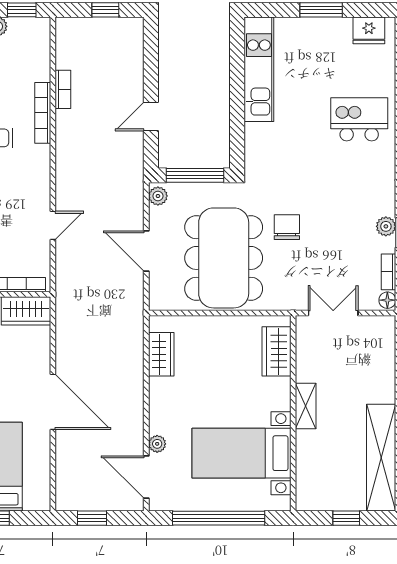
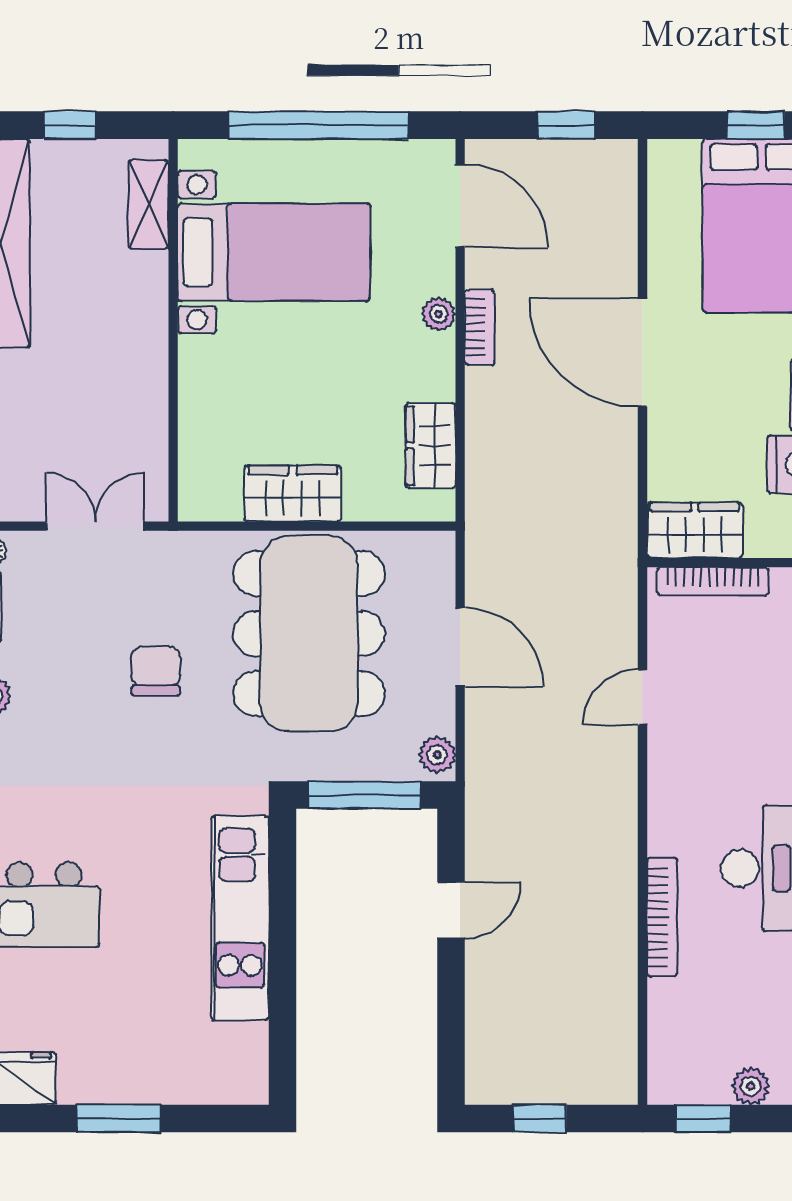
kitchen unit: (259, 69) -> (240, 918), moved
bookcase: (63, 89) -> (480, 327), moved, turned 180
chair: (287, 227) -> (156, 671), moved, turned 180
double door: (333, 313) -> (95, 526), swing flipped
wardrobe: (276, 351) -> (293, 493), moved, turned -90
shelving: (306, 406) -> (149, 204), moved
plant: (157, 444) -> (439, 314), moved

